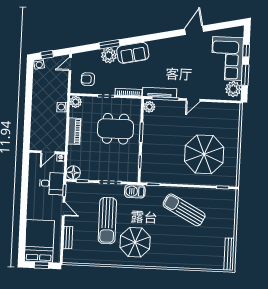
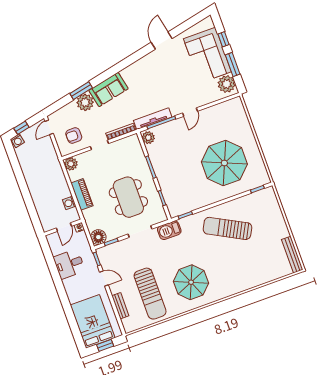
washing machine: (62, 107) -> (69, 203), moved
dining table: (115, 129) -> (128, 197), moved, turned 90
desk: (52, 184) -> (69, 264), moved, turned 180
sun lounger: (107, 221) -> (150, 294), moved

